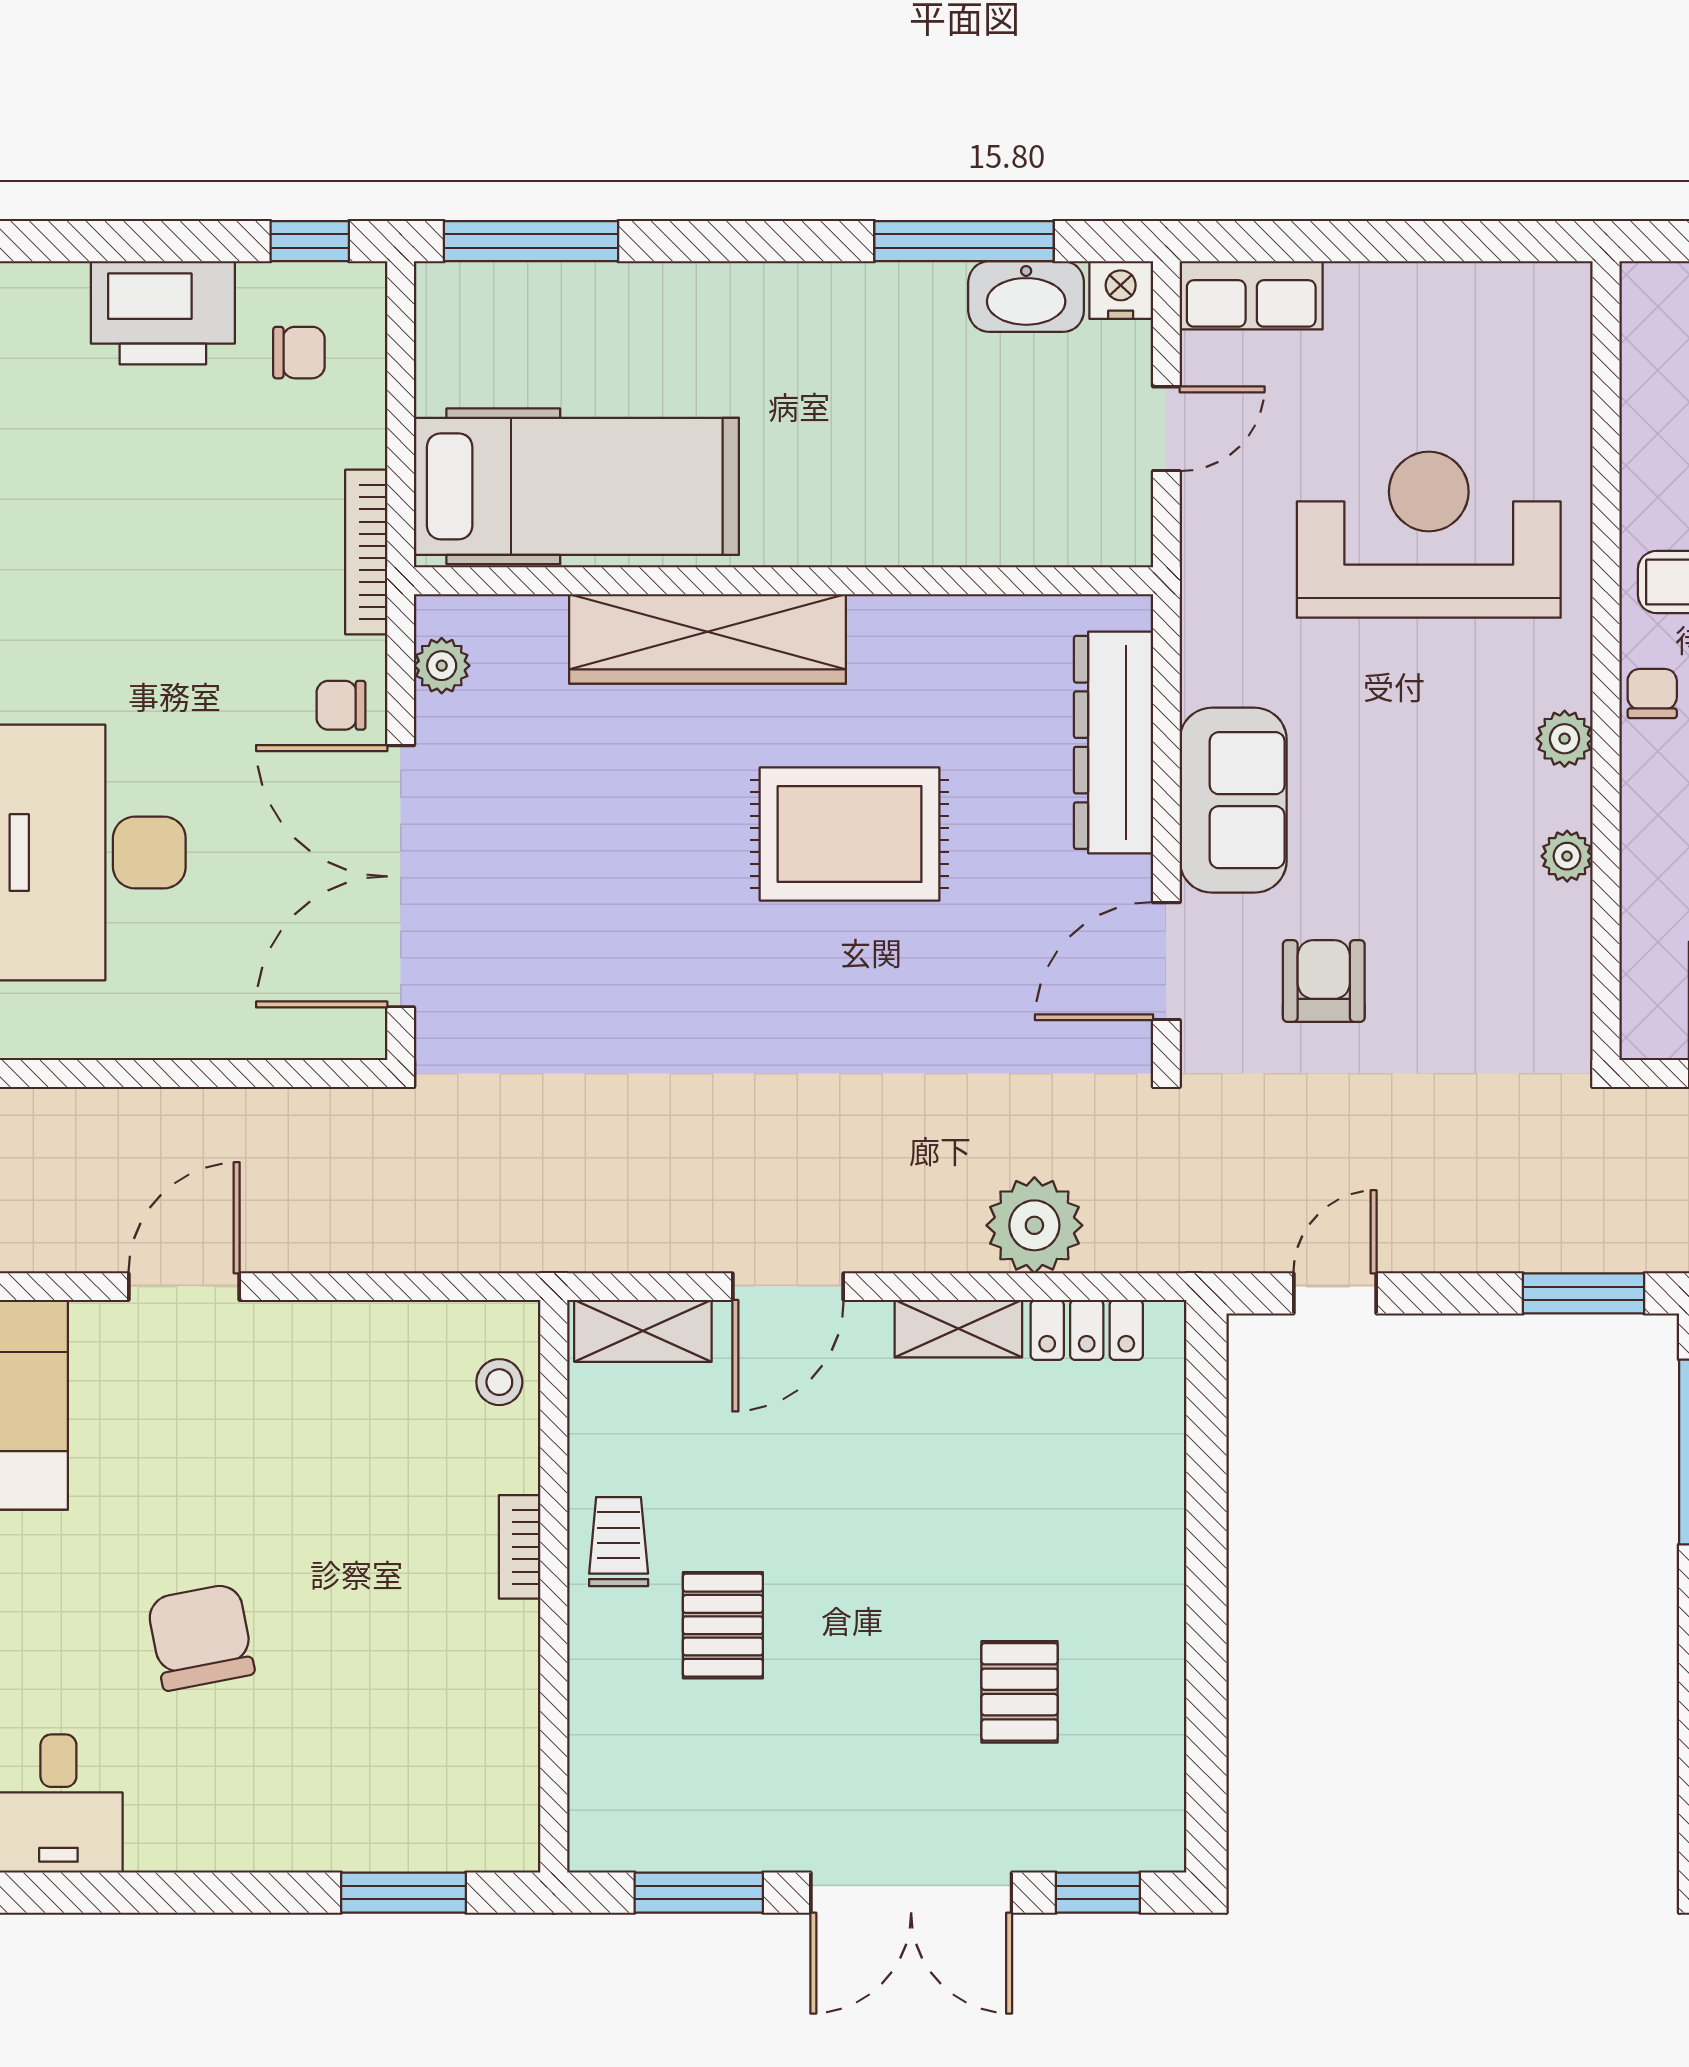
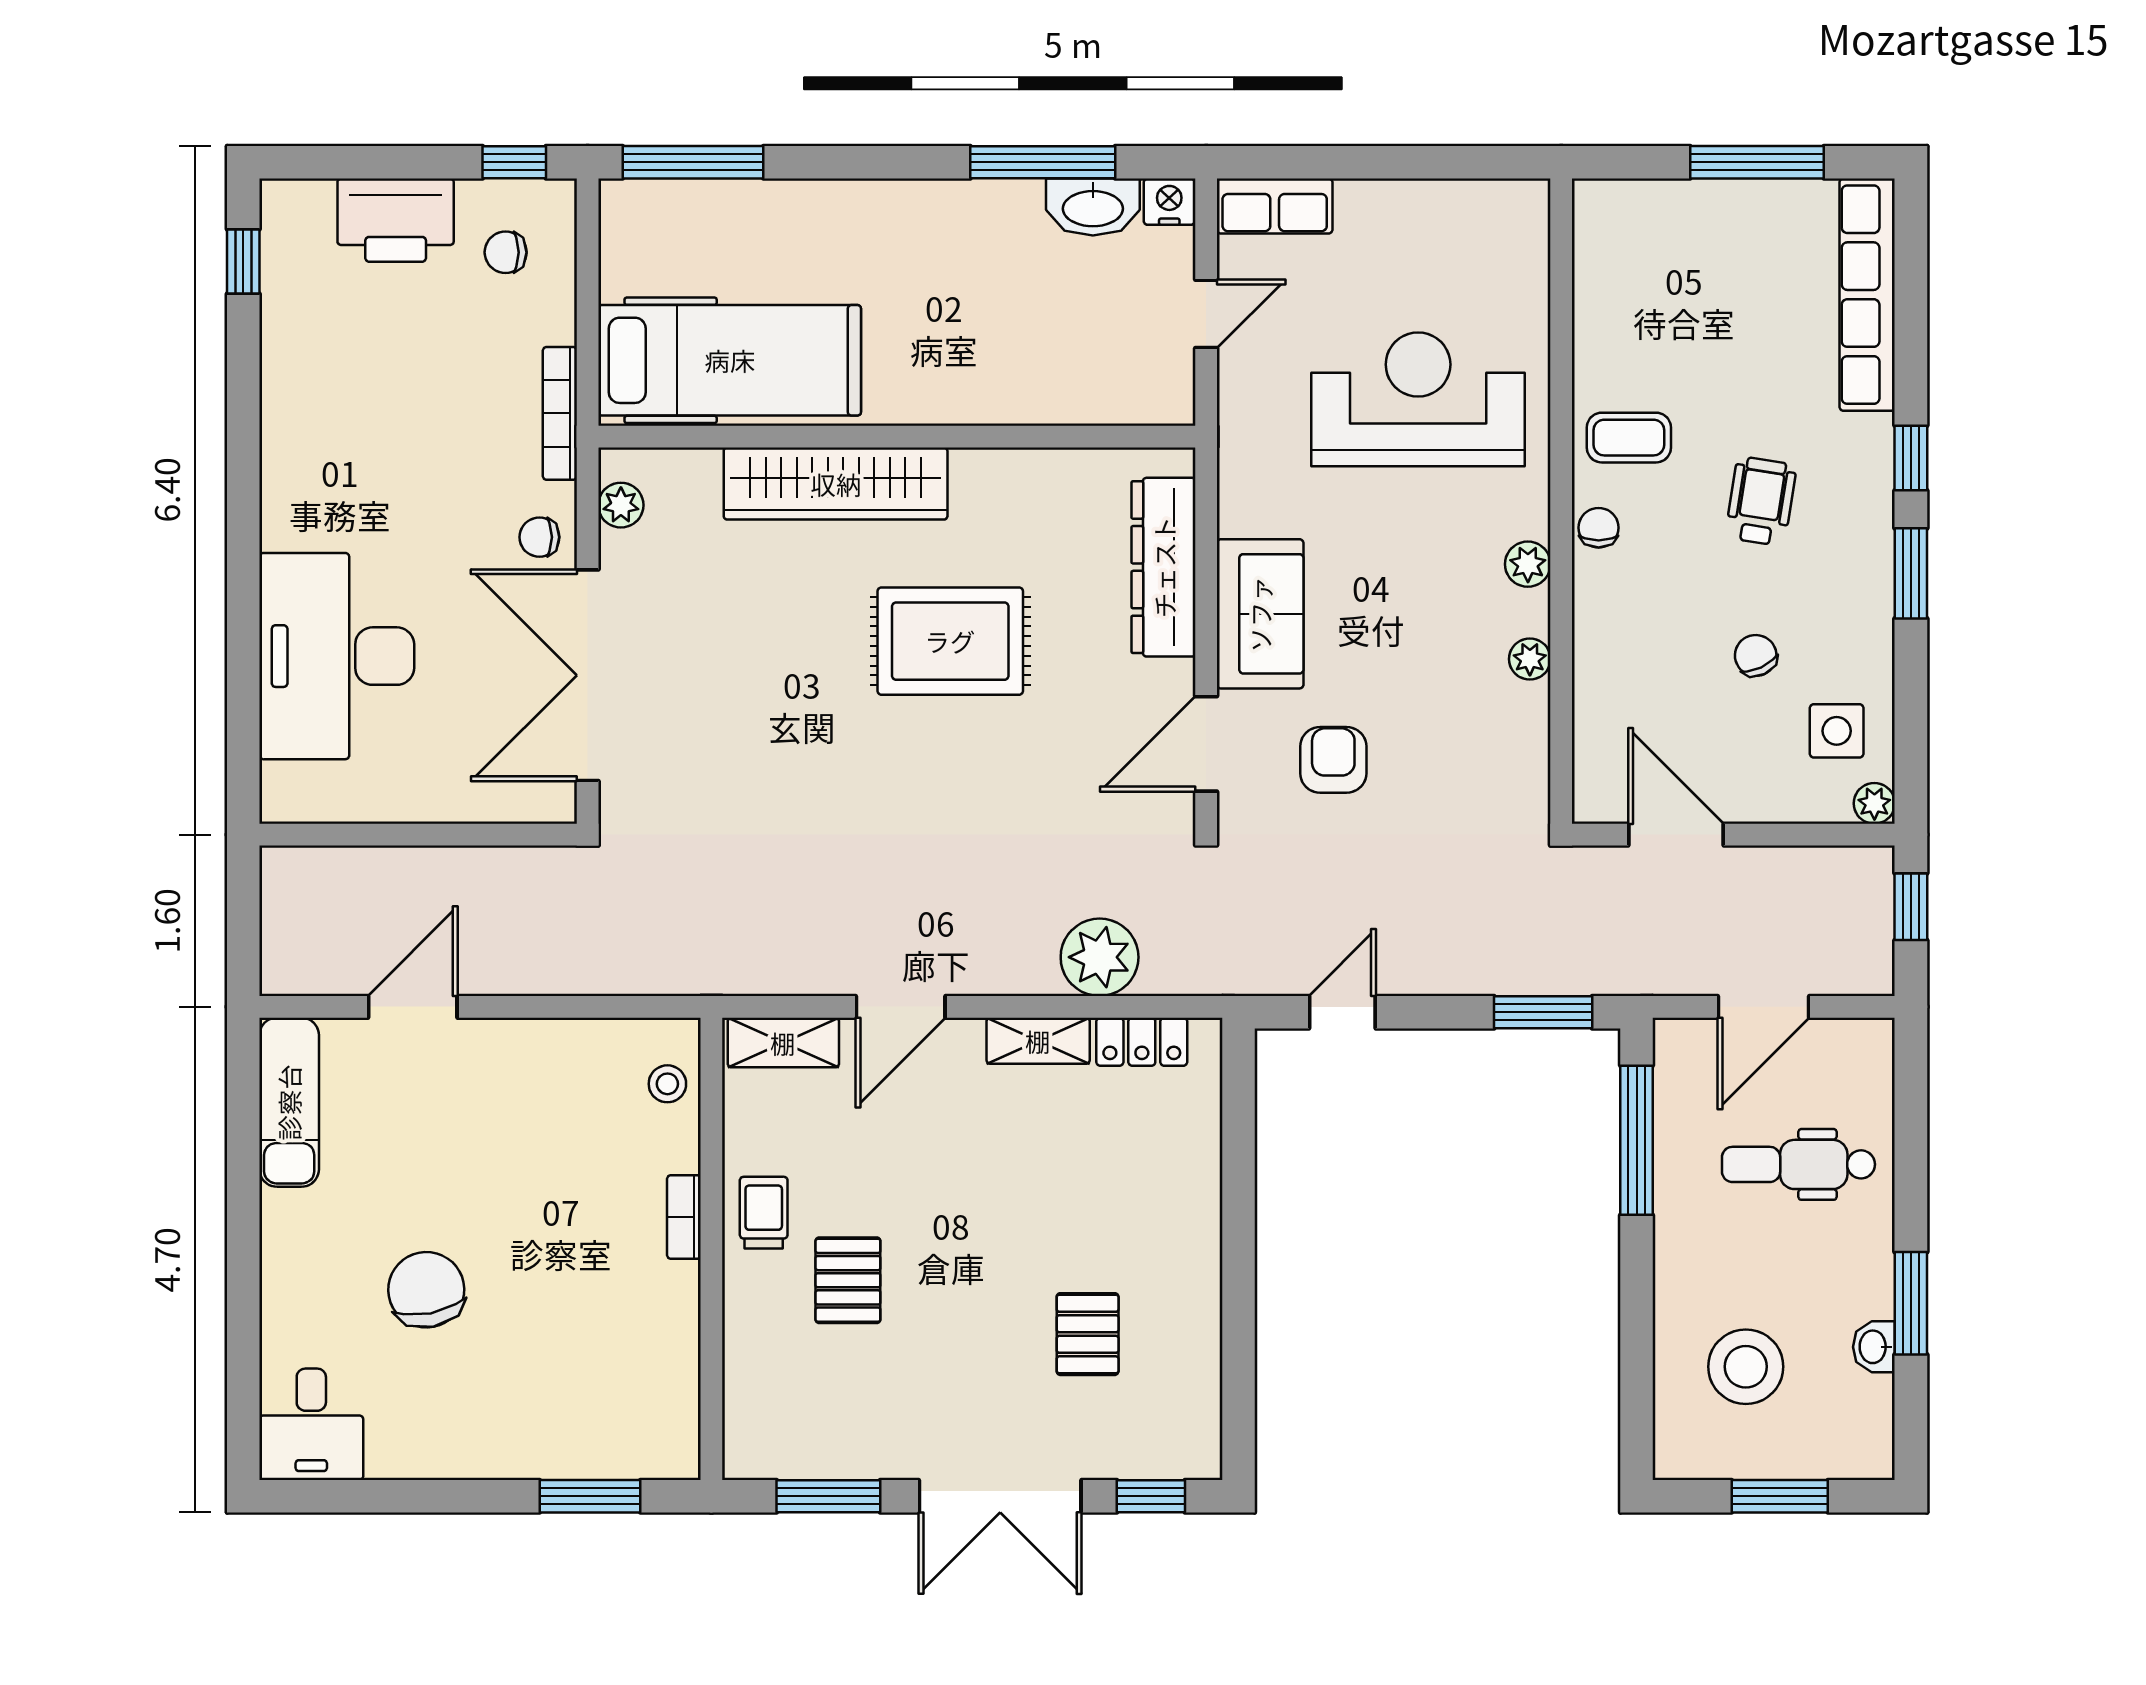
chair: (299, 353) -> (506, 252), turned 180

